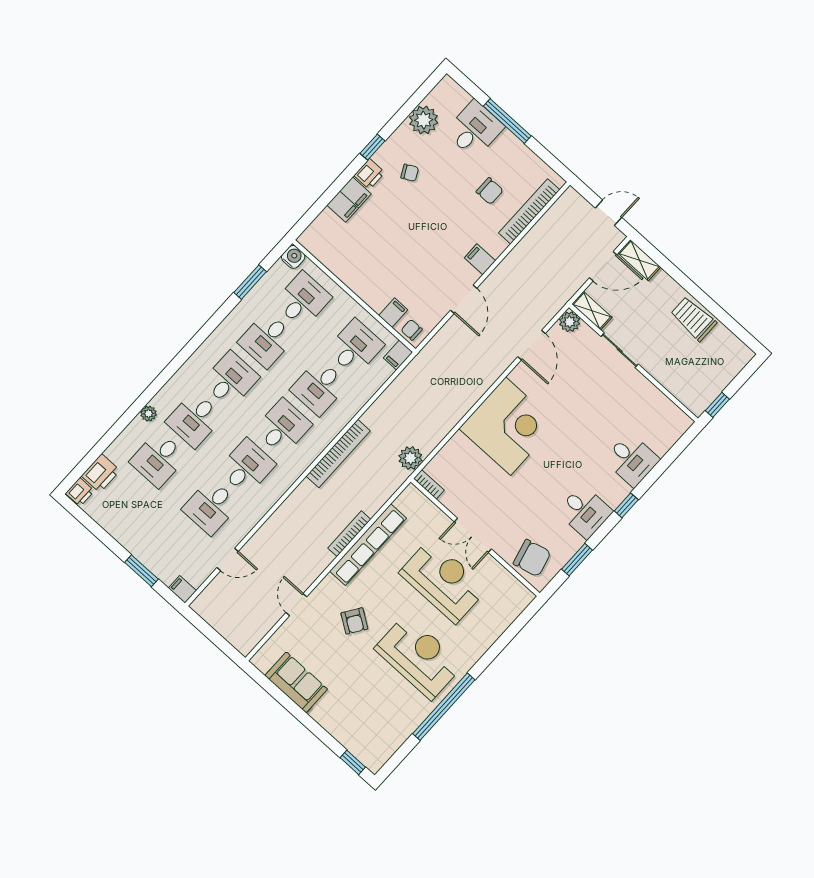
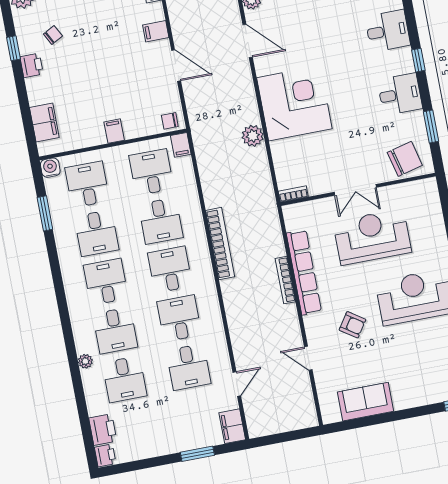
filing cabinet: (349, 200) -> (44, 122), moved
filing cabinet: (393, 313) -> (114, 131), moved
plant: (410, 458) -> (253, 136), moved
filing cabinet: (182, 589) -> (232, 426), width x2.00

